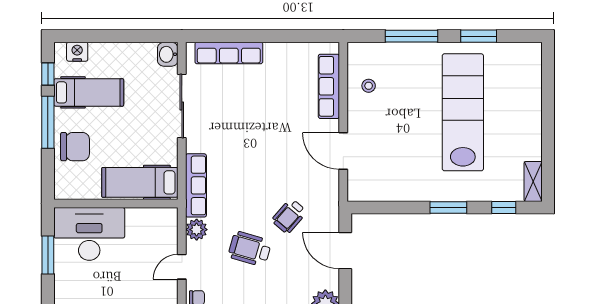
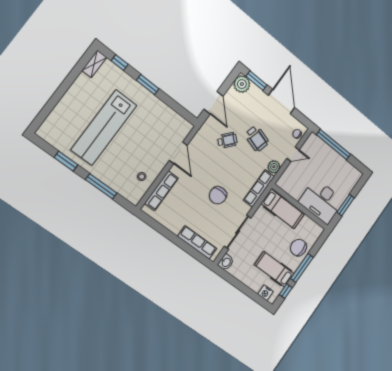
chair: (247, 135) -> (218, 195), added

